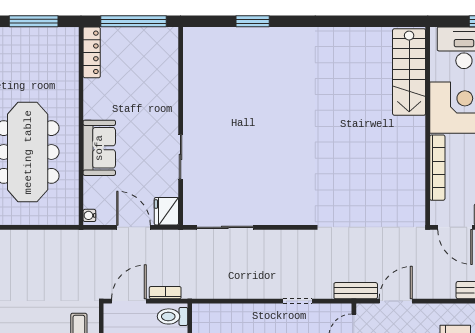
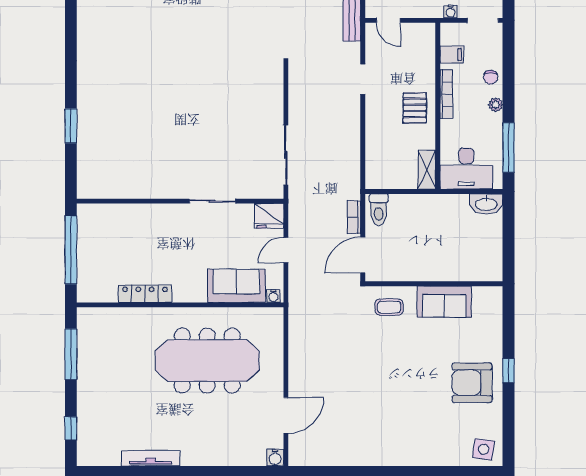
locker: (92, 52) -> (145, 294), moved
sofa: (99, 148) -> (236, 286), moved
door: (134, 227) -> (286, 250), width x0.73
door: (129, 301) -> (363, 255), hinge flipped

